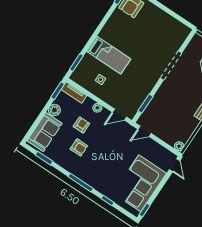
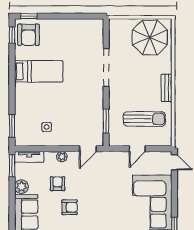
bed: (109, 55) -> (39, 71), moved
sun lounger: (174, 120) -> (144, 119), added
door: (145, 131) -> (137, 149), moved
plant: (179, 146) -> (167, 141), removed

